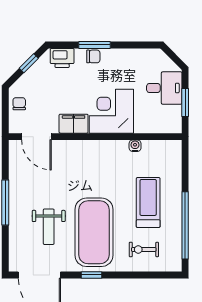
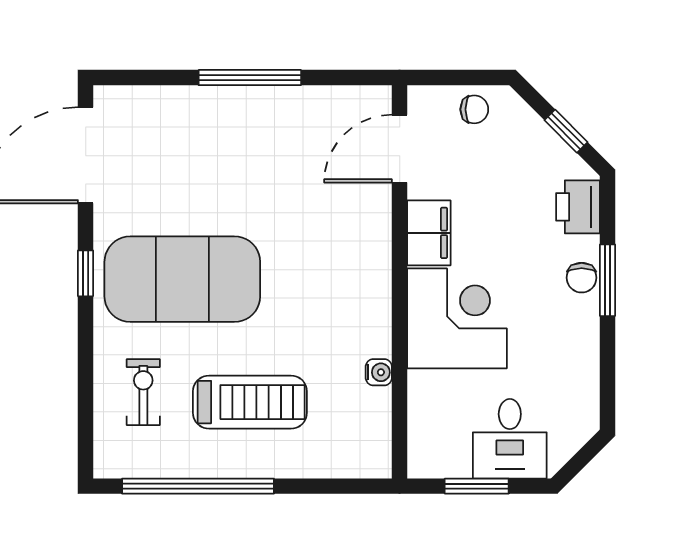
weight bench: (49, 227) -> (195, 176), removed

